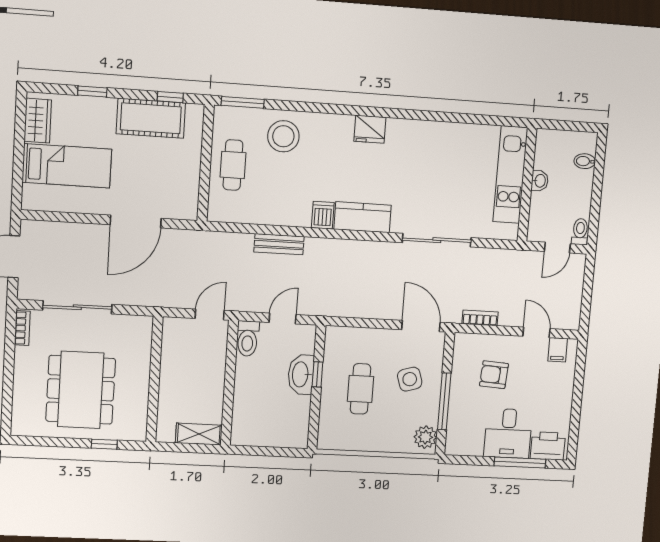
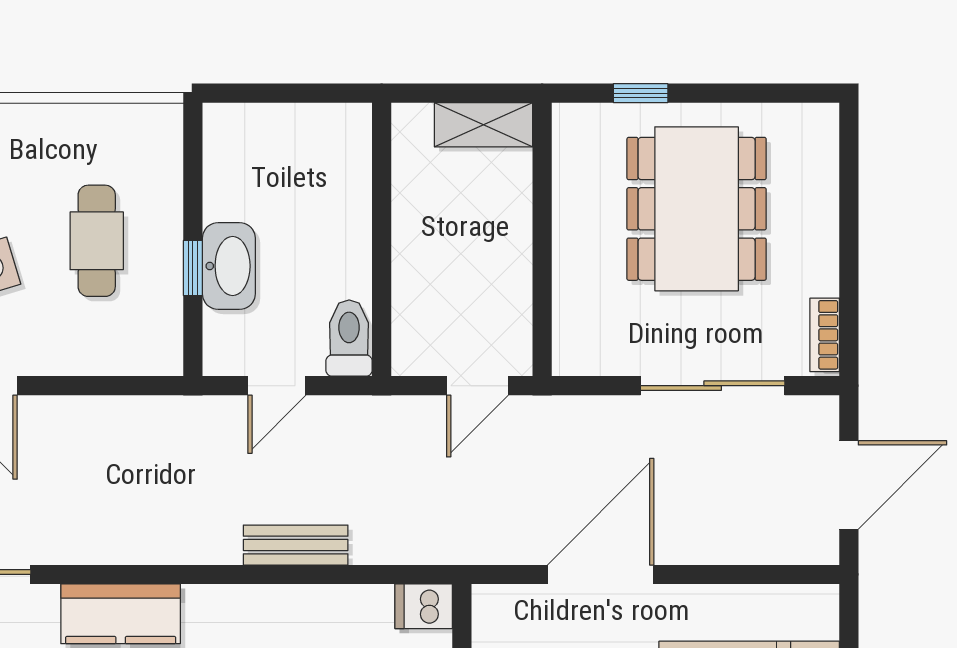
dishwasher: (323, 215) -> (424, 606), moved, turned 90
door: (210, 314) -> (477, 386), moved
shelving: (199, 434) -> (483, 125), moved

